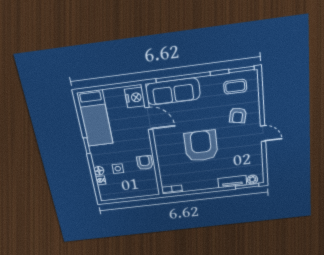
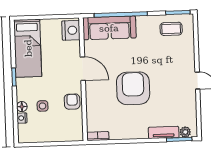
armchair: (238, 115) -> (172, 59), removed
door: (149, 118) -> (83, 69), moved

